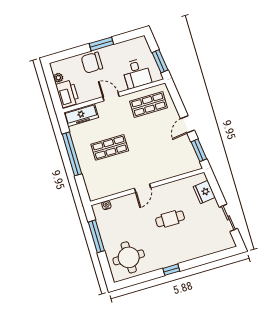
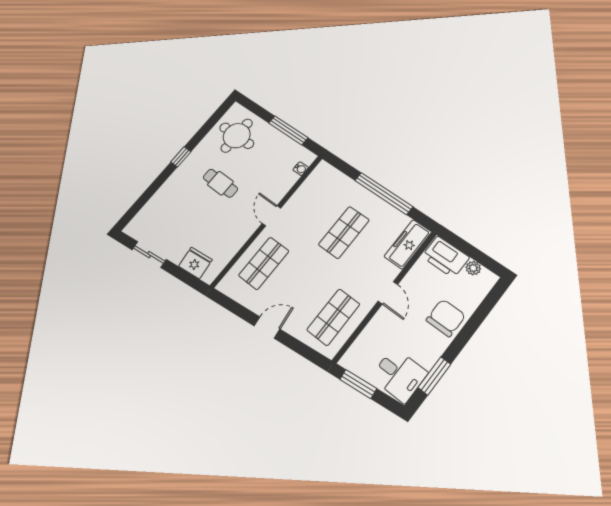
window: (101, 44) -> (434, 376), moved
desk: (137, 73) -> (399, 375), moved, turned 180
door: (111, 97) -> (388, 293), hinge flipped
door: (188, 124) -> (267, 328), hinge flipped
window: (199, 150) -> (232, 306), removed
shop shelf: (166, 163) -> (264, 263), added
cafe table: (170, 219) -> (220, 183), moved, turned 90

